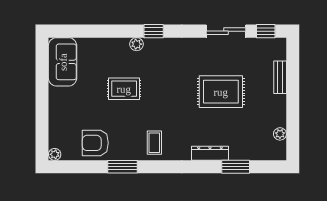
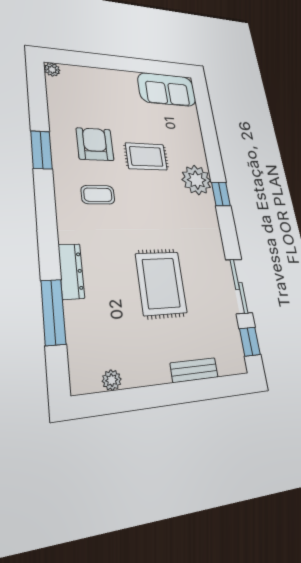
plant: (137, 44) -> (196, 180), width x1.88, depth x1.88
rug: (124, 89) -> (146, 156), turned 90
armchair: (95, 143) -> (95, 144), moved
coffee table: (154, 143) -> (98, 195), moved
window: (236, 167) -> (53, 312), width x1.44

